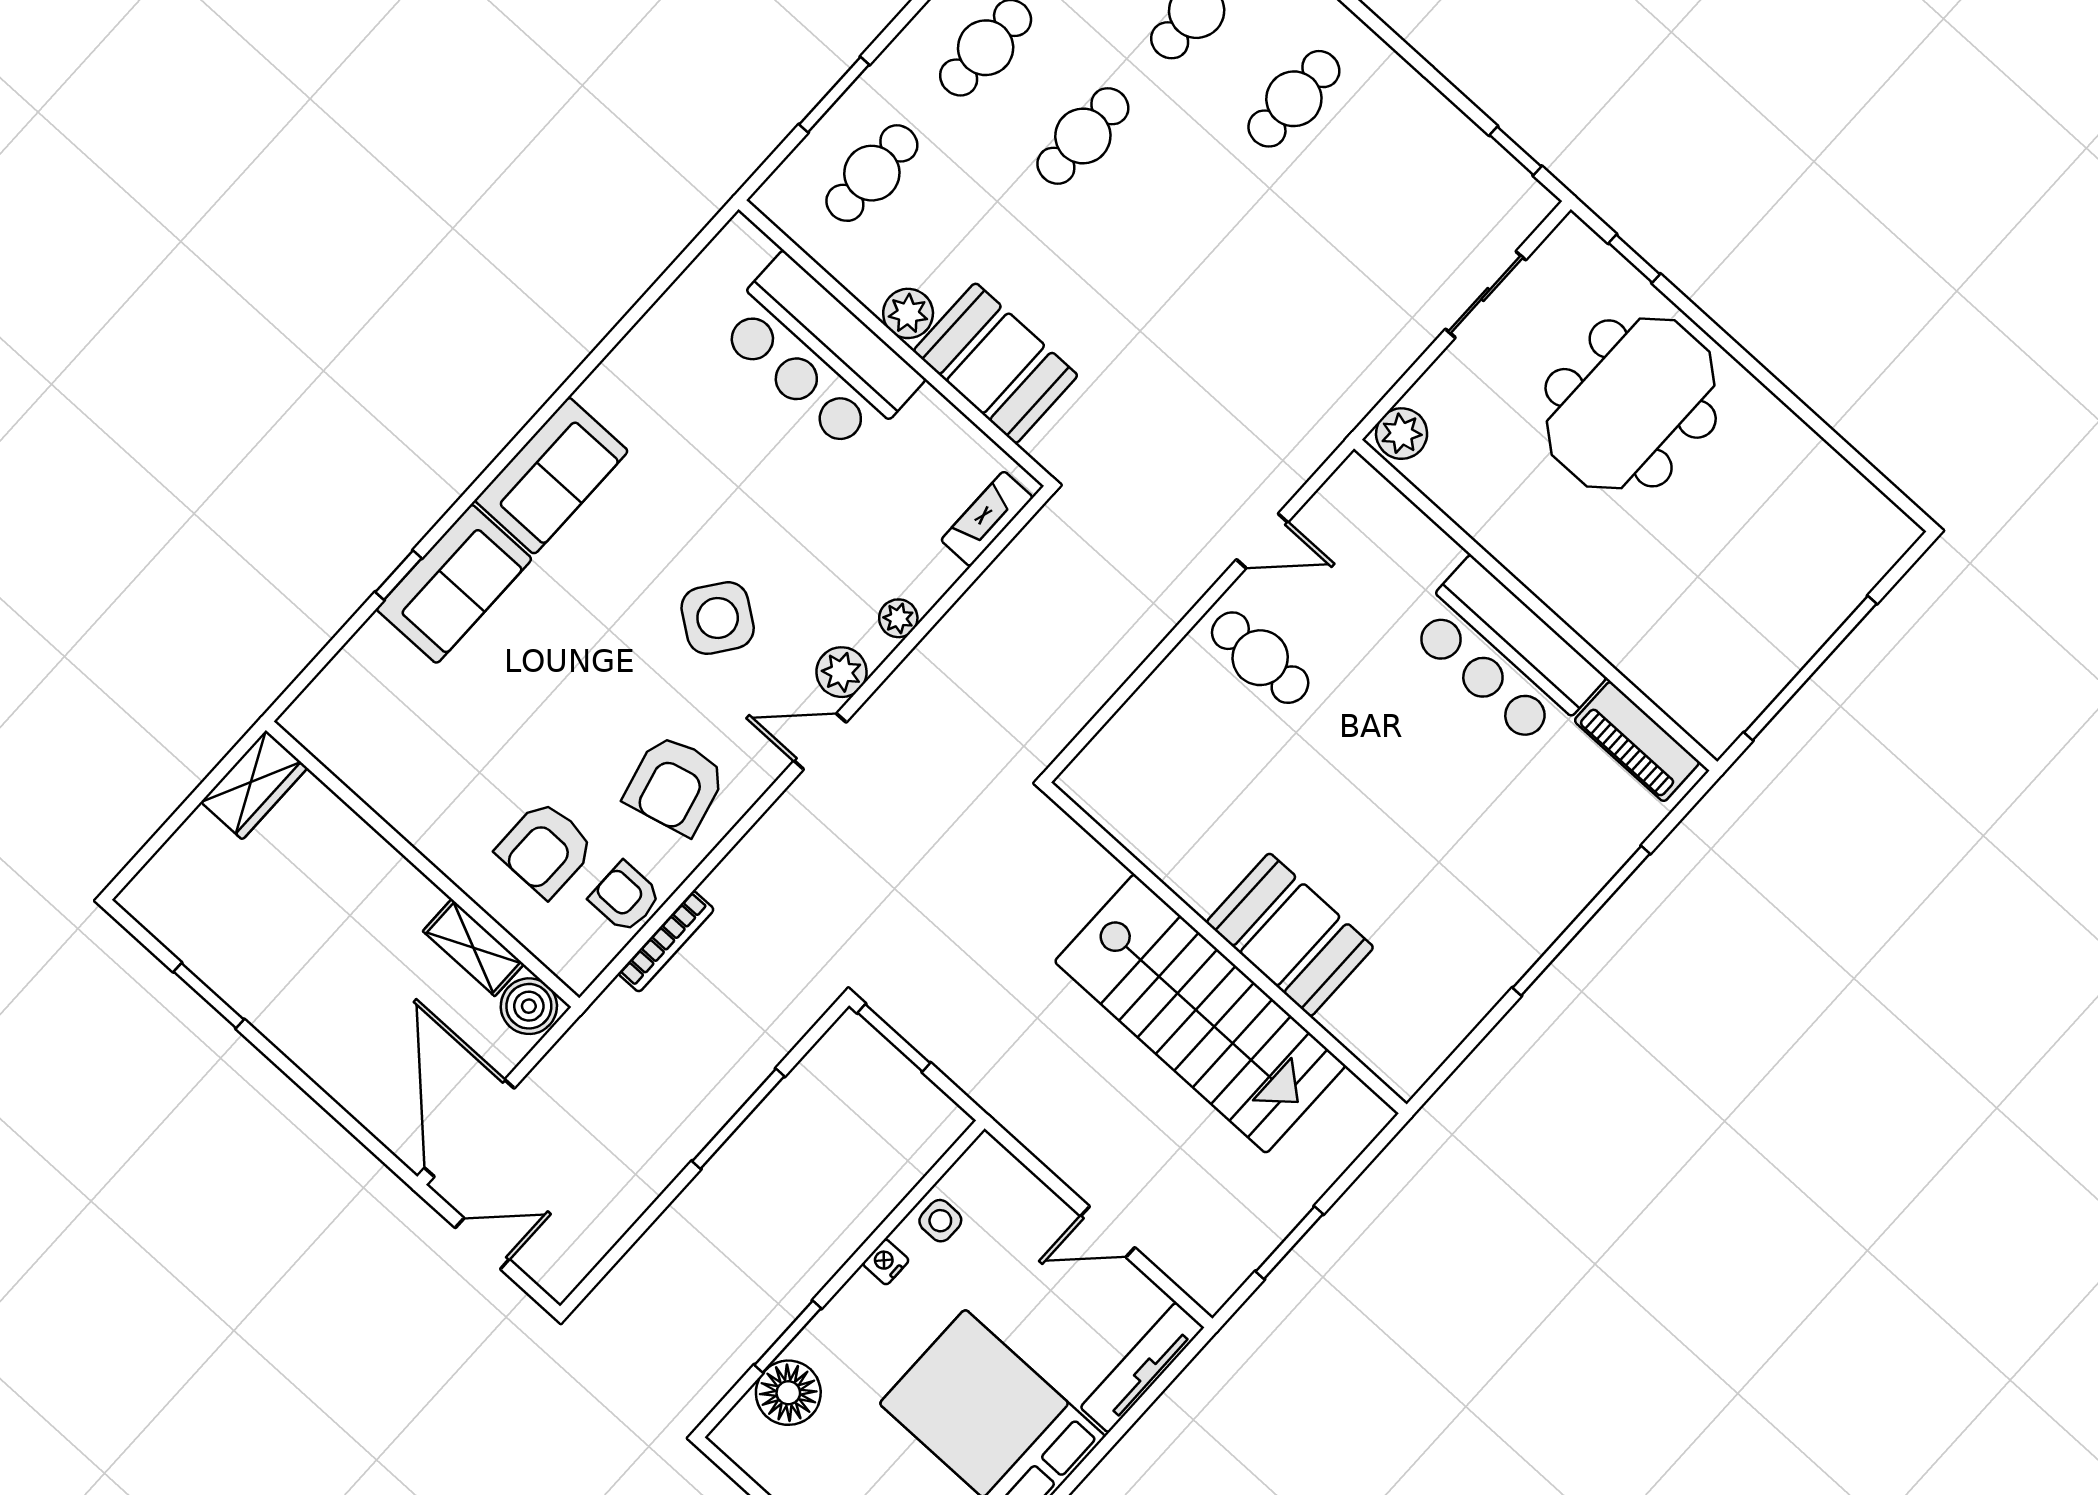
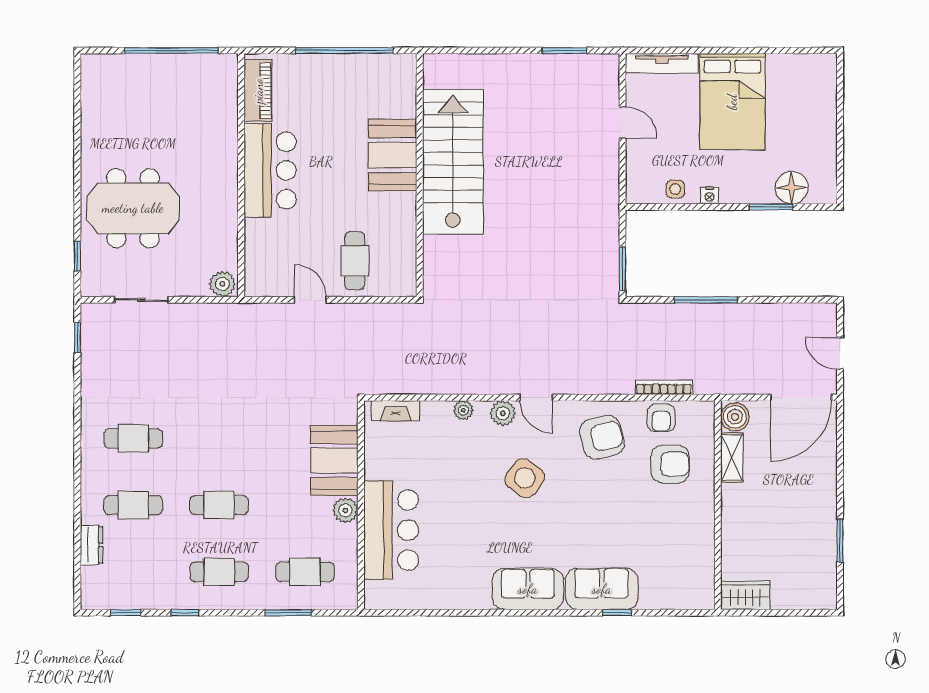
booth: (1290, 935) -> (393, 155), moved
wall: (1225, 948) -> (420, 175), moved
stairs: (1200, 1014) -> (453, 162), moved

